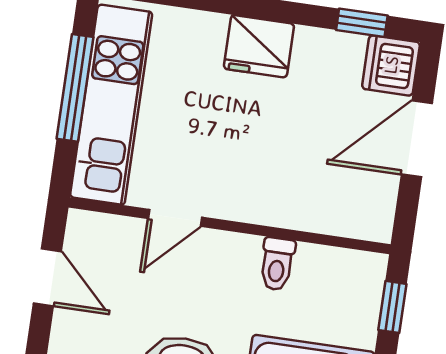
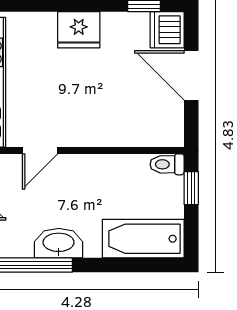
door: (417, 139) -> (191, 75), hinge flipped
toilet: (277, 264) -> (167, 164), moved, turned 90

